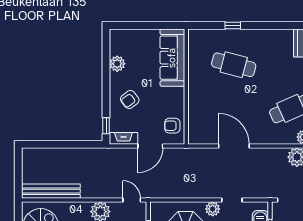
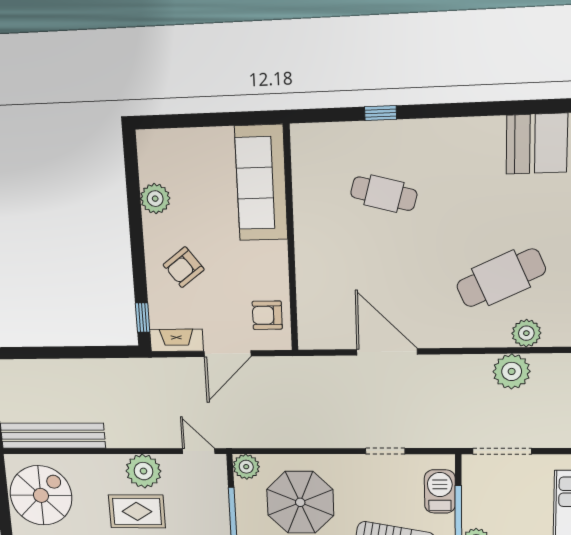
cafe table: (234, 65) -> (384, 194), width x0.73, depth x0.74
plant: (213, 209) -> (246, 467), moved

